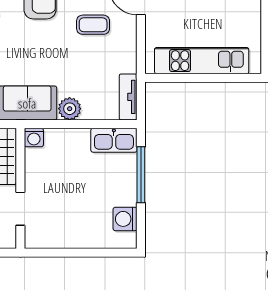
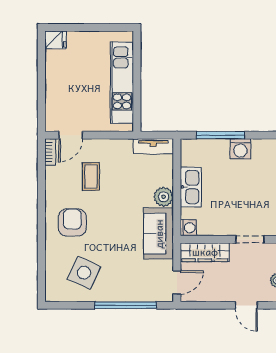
kitchen sink: (114, 140) -> (191, 187), moved
washing machine: (125, 219) -> (240, 149), moved

